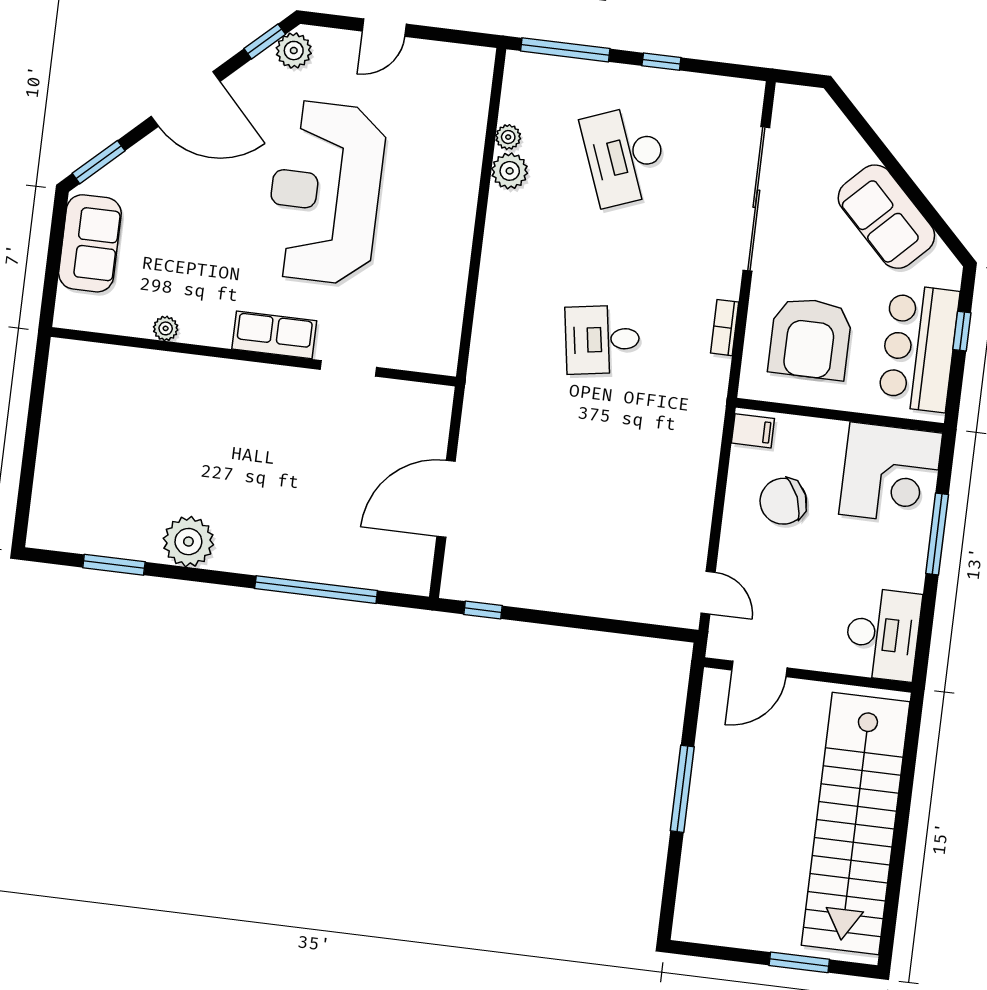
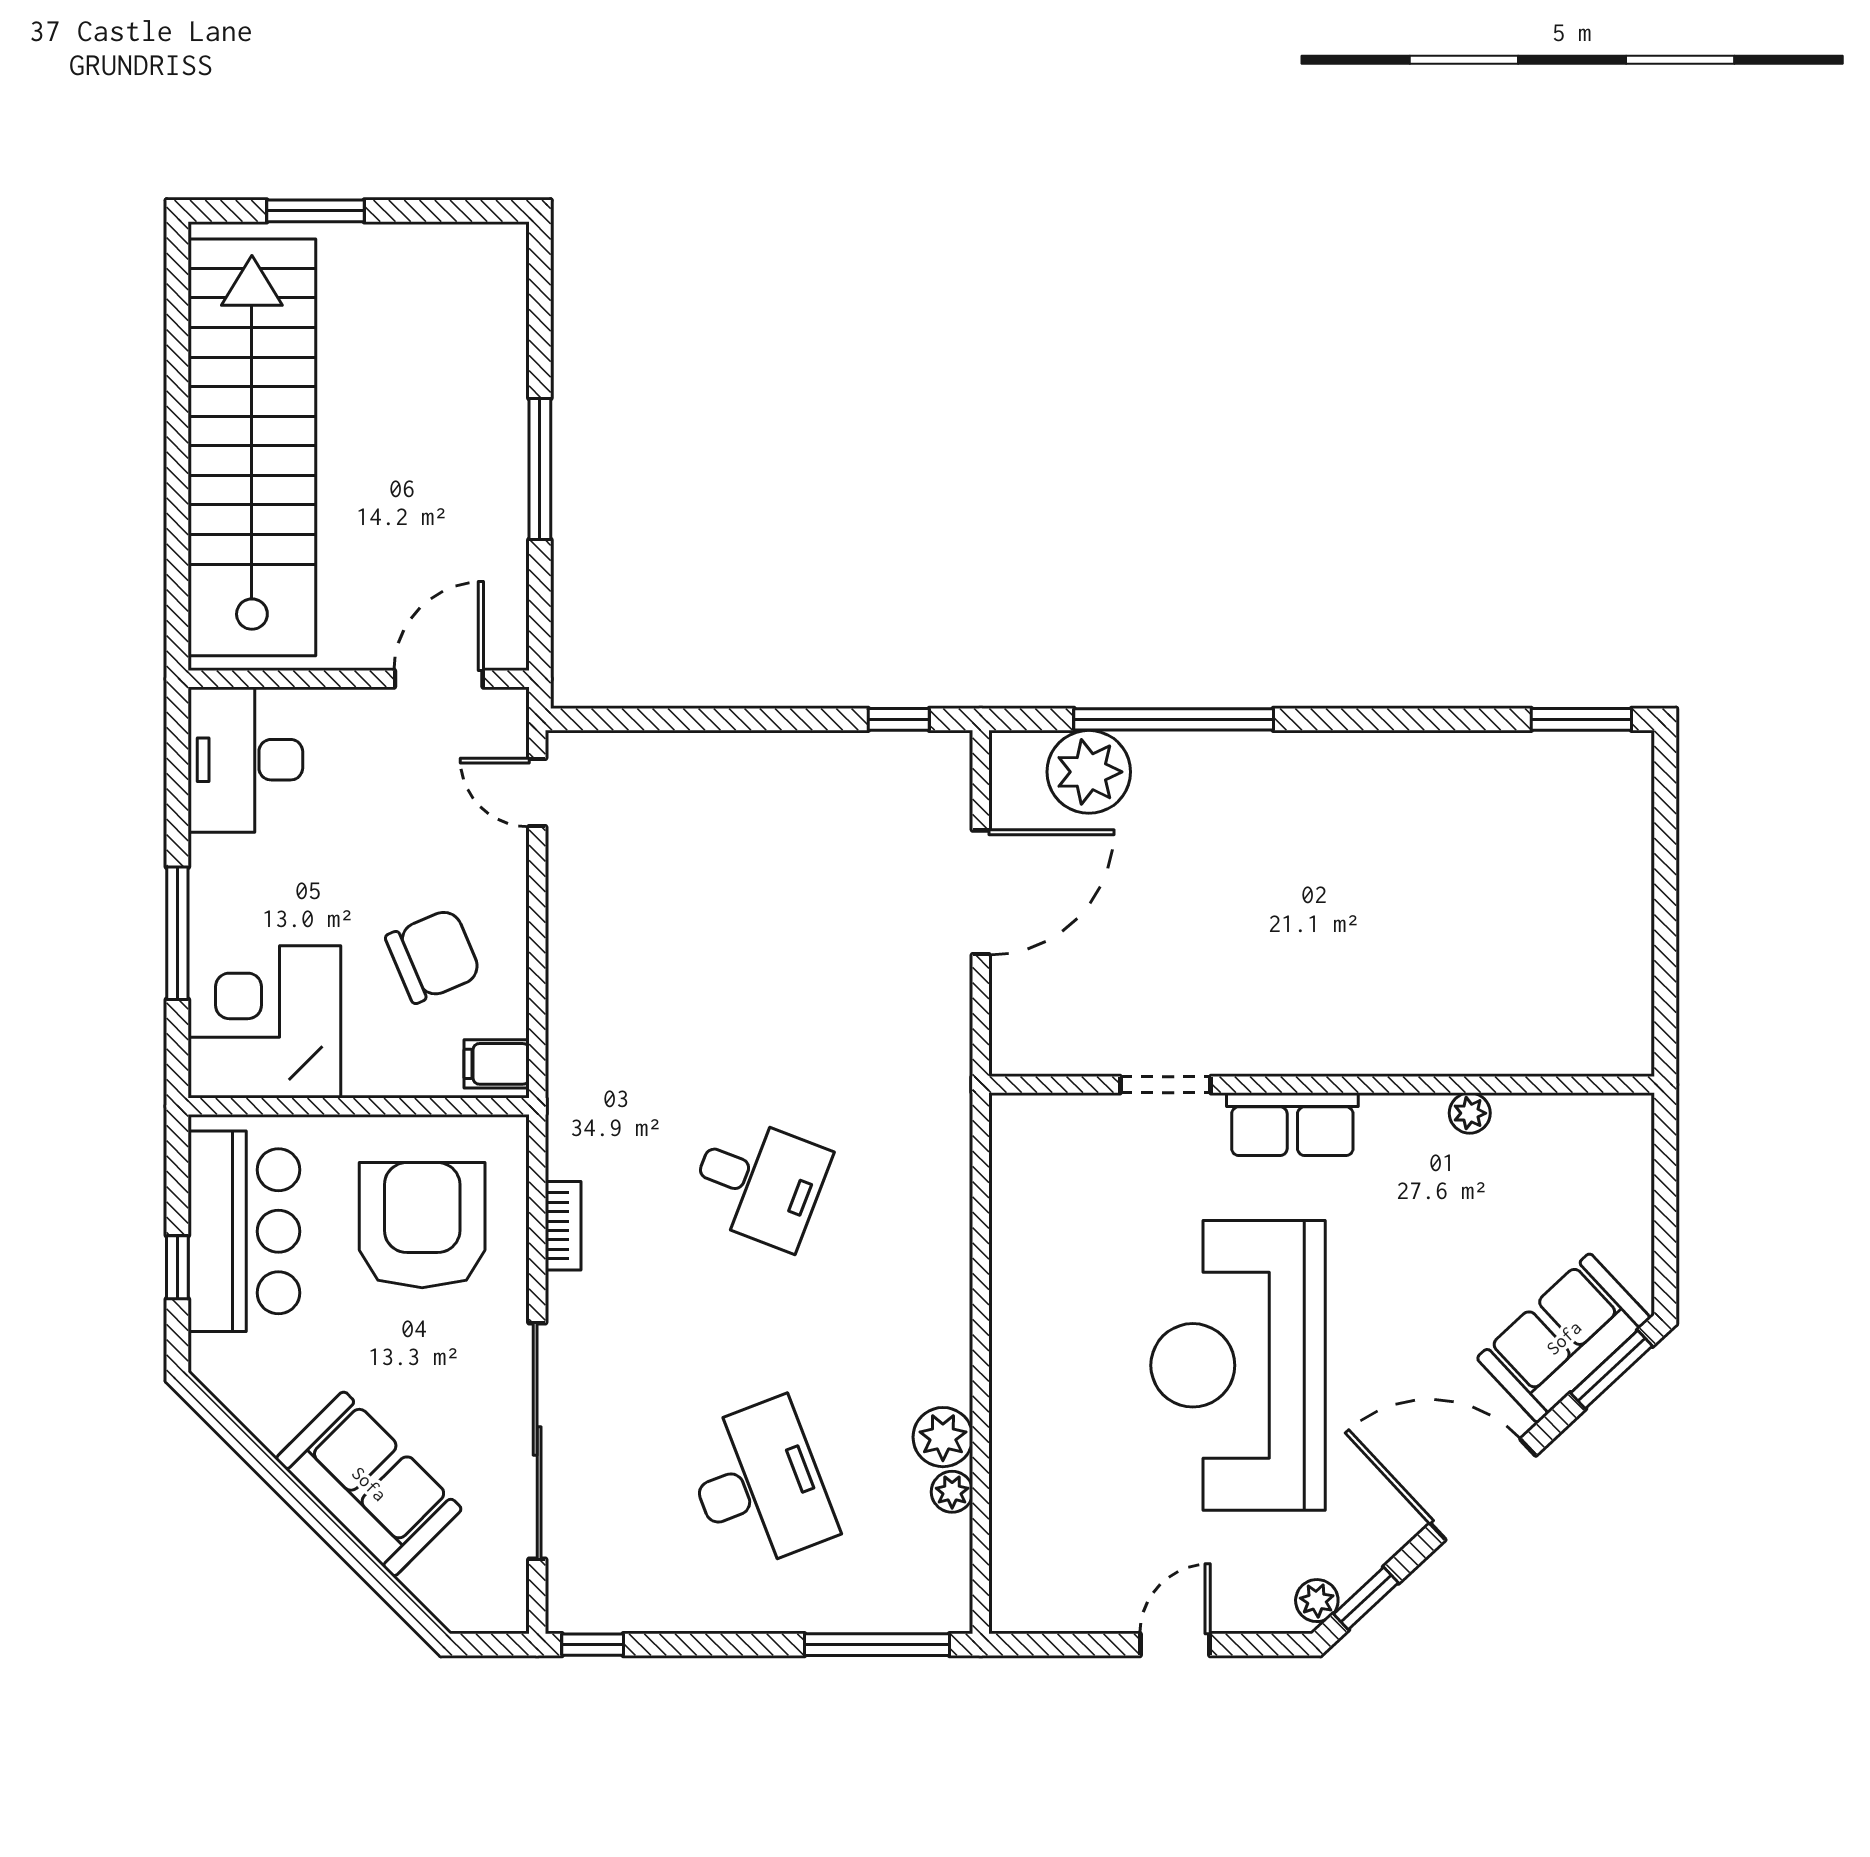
plant: (294, 51) -> (1317, 1601), width x0.73, depth x0.73
window: (661, 62) -> (593, 1645), moved
reception desk: (325, 193) -> (1238, 1365), turned 180
sofa: (886, 217) -> (369, 1484), moved
sofa: (90, 243) -> (1564, 1338), moved, turned 47
desk: (602, 340) -> (759, 1182), turned 30
plant: (188, 542) -> (1089, 772), moved
window: (114, 565) -> (1581, 719), moved

